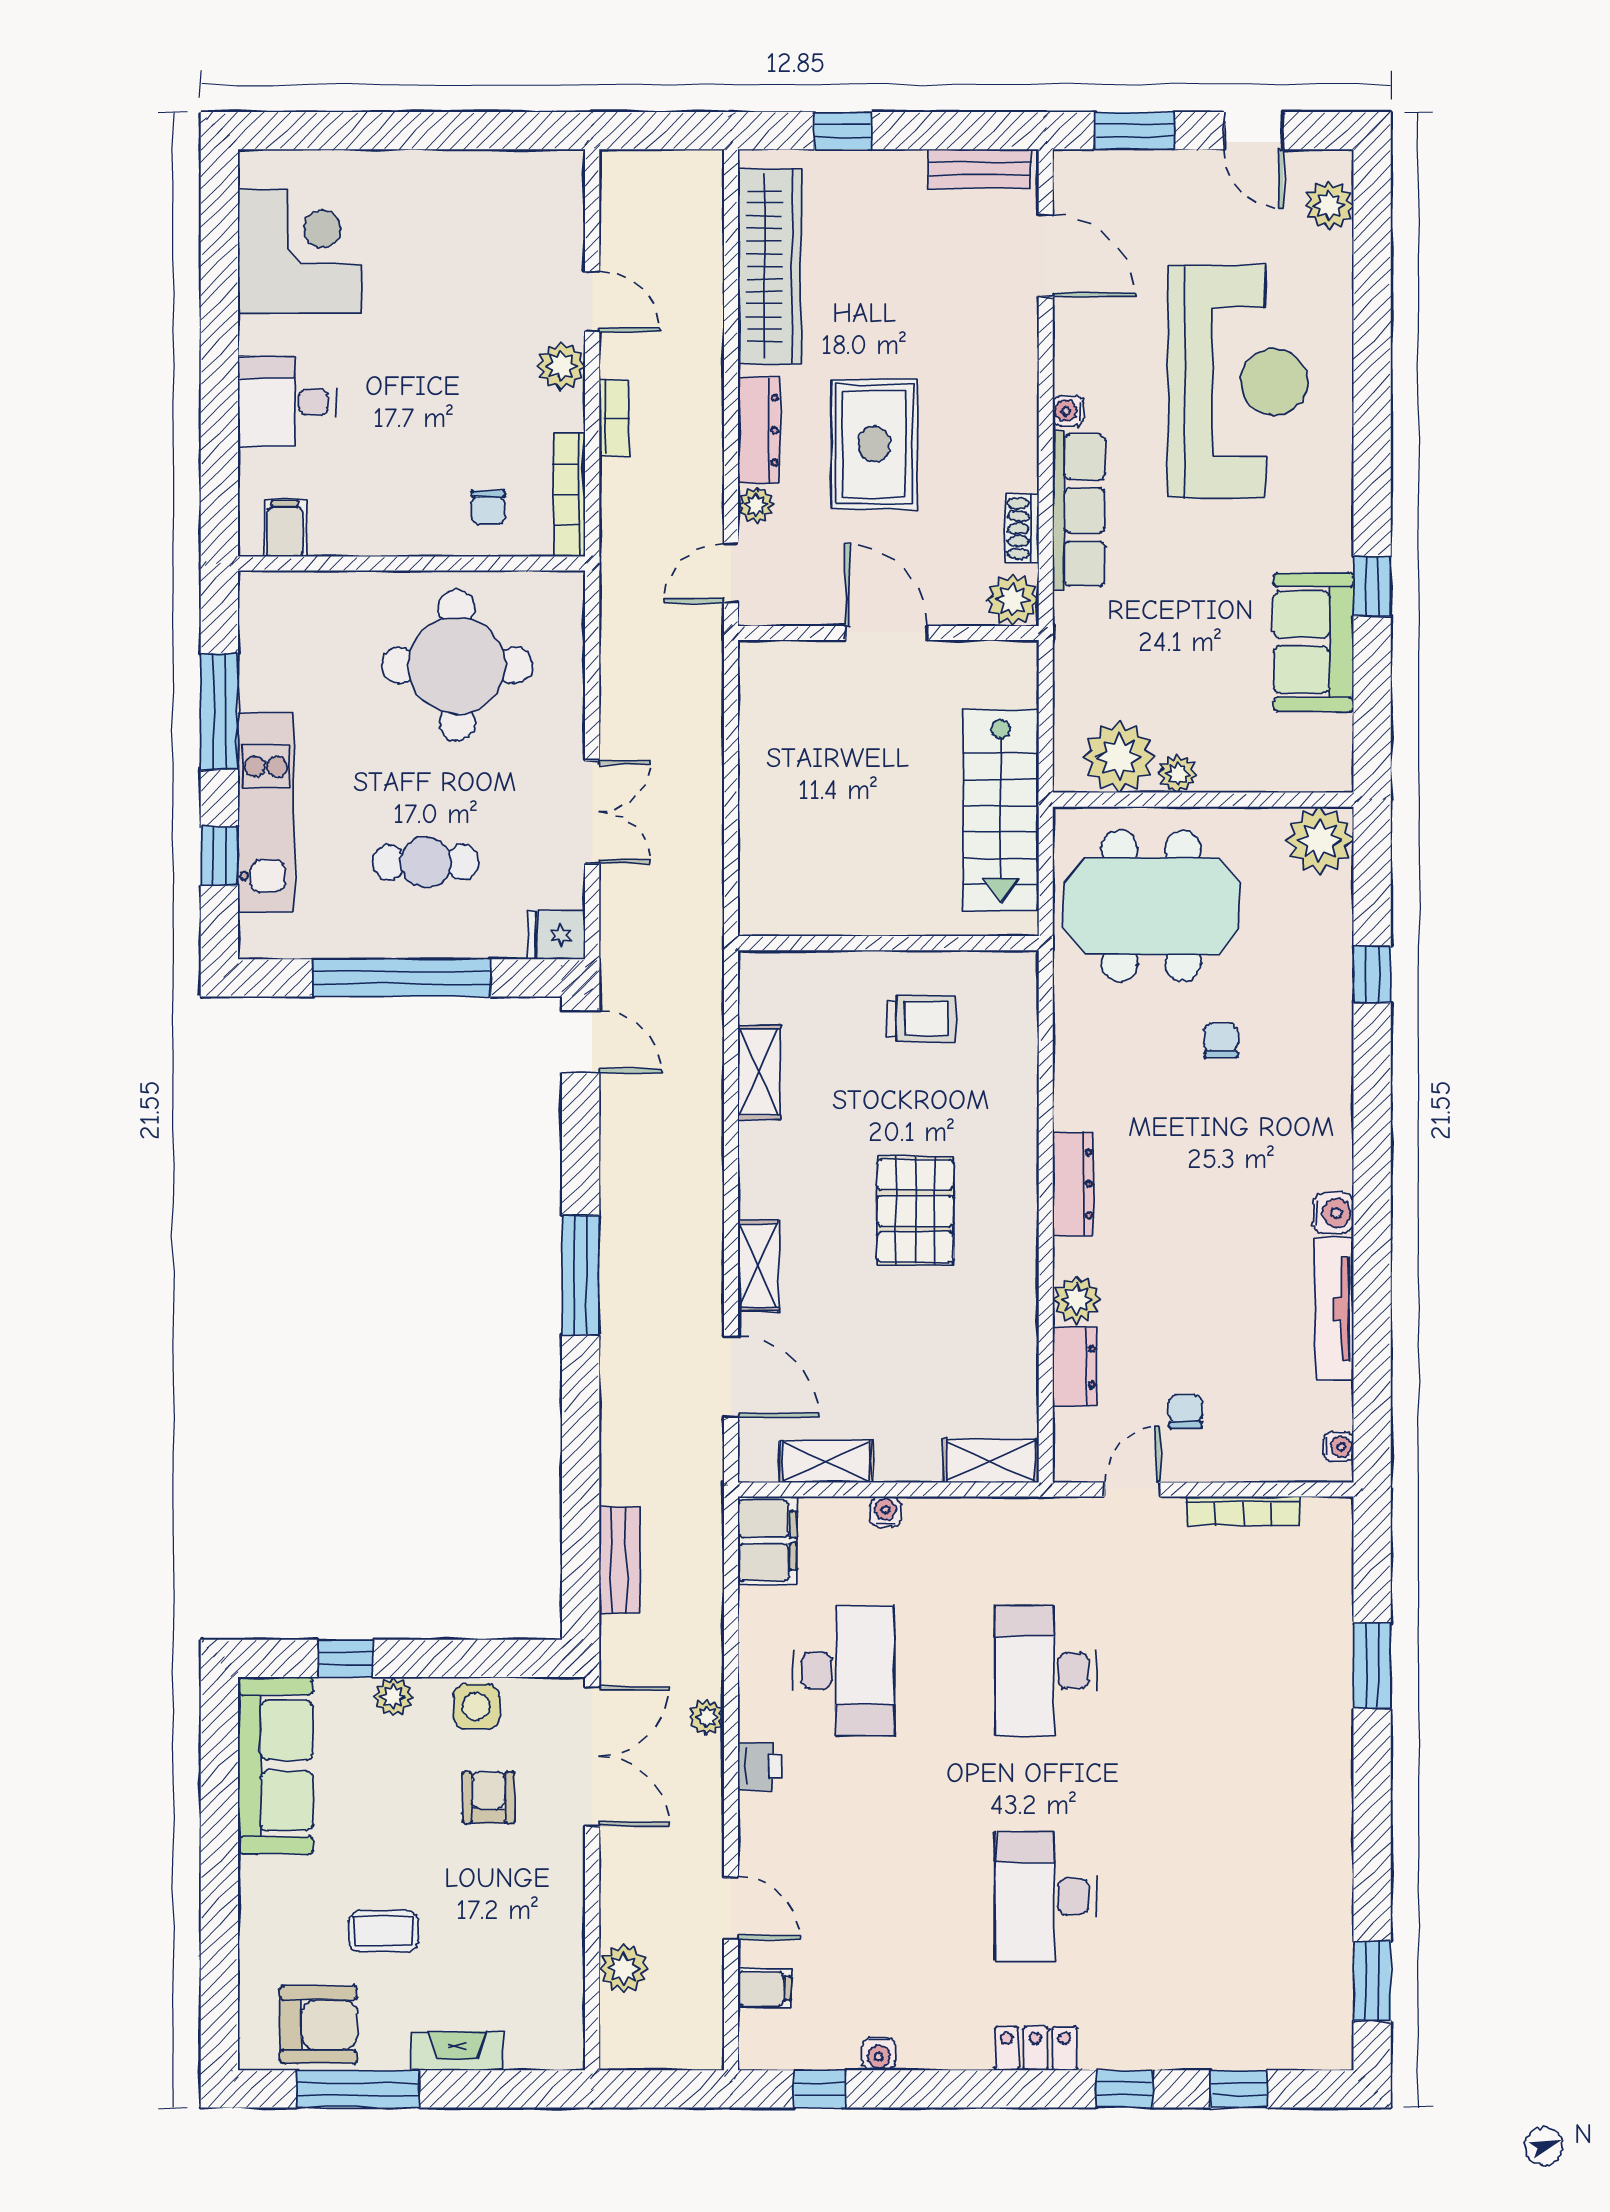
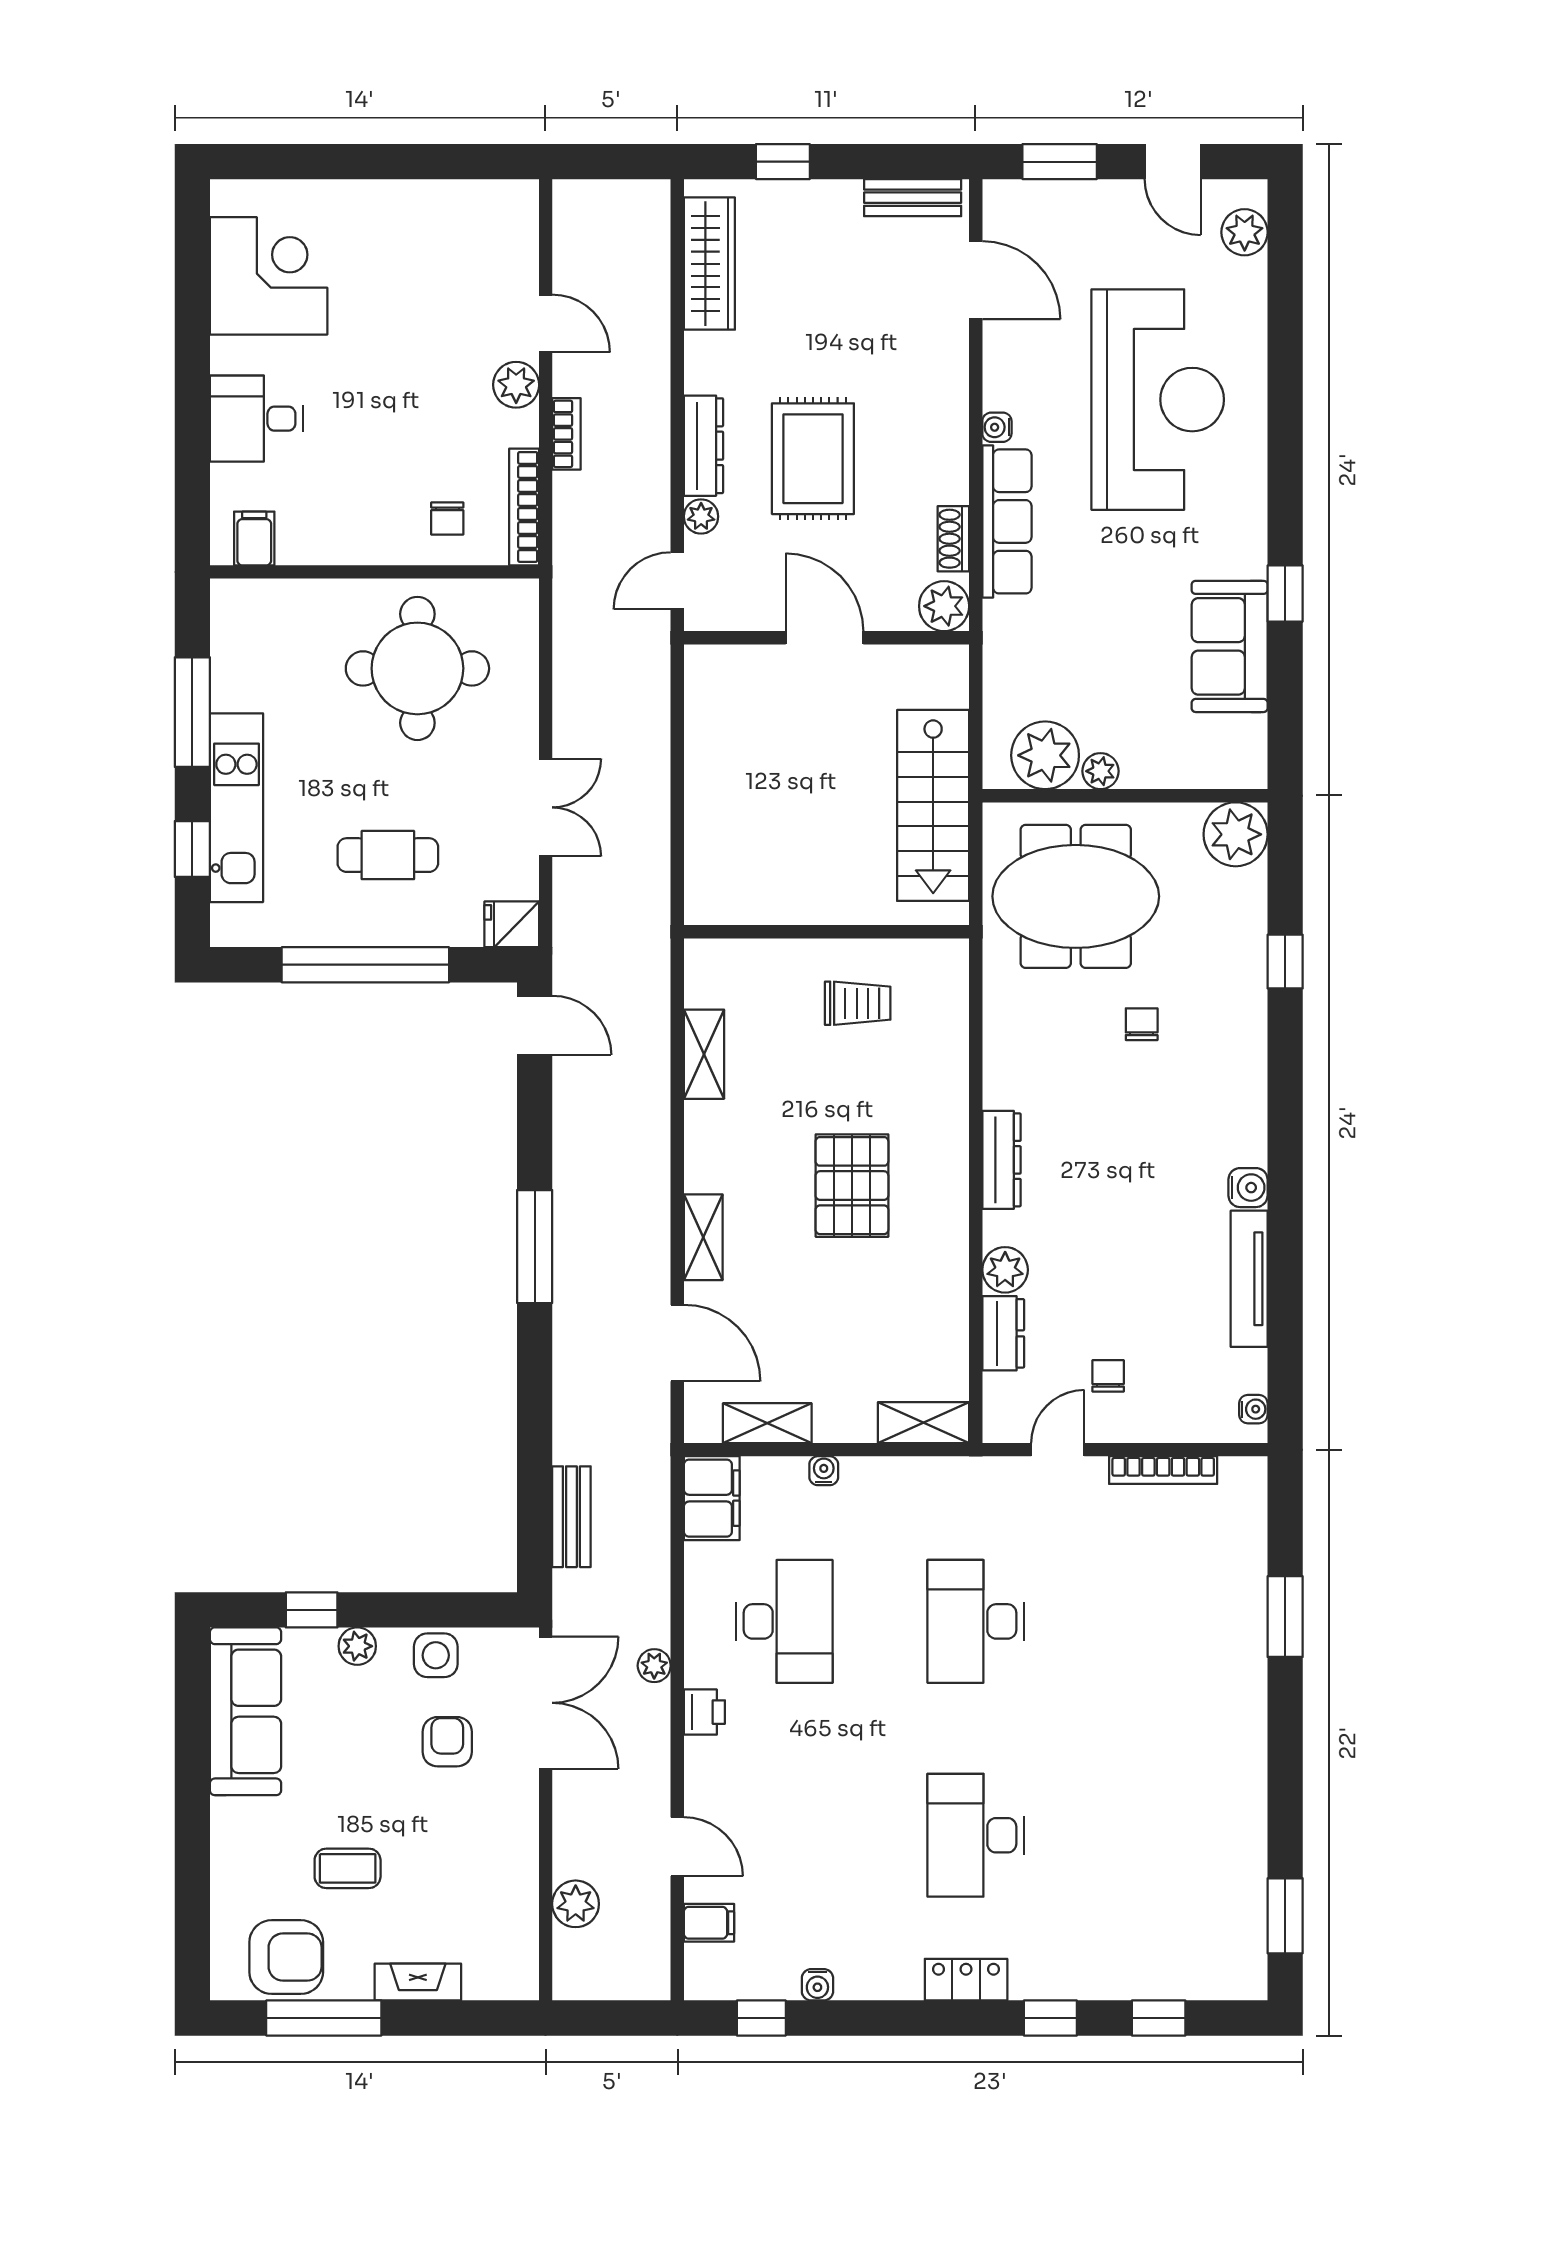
wardrobe: (770, 266) -> (709, 264), width x0.71, depth x0.85

